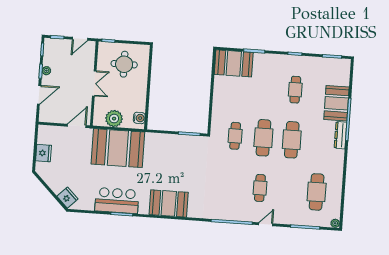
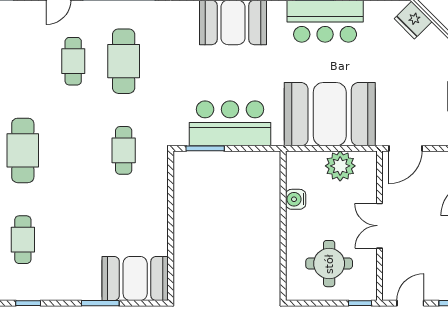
water cooler: (139, 118) -> (296, 199), moved
cafe table: (263, 138) -> (124, 61), moved
bar counter: (174, 147) -> (230, 123), added

